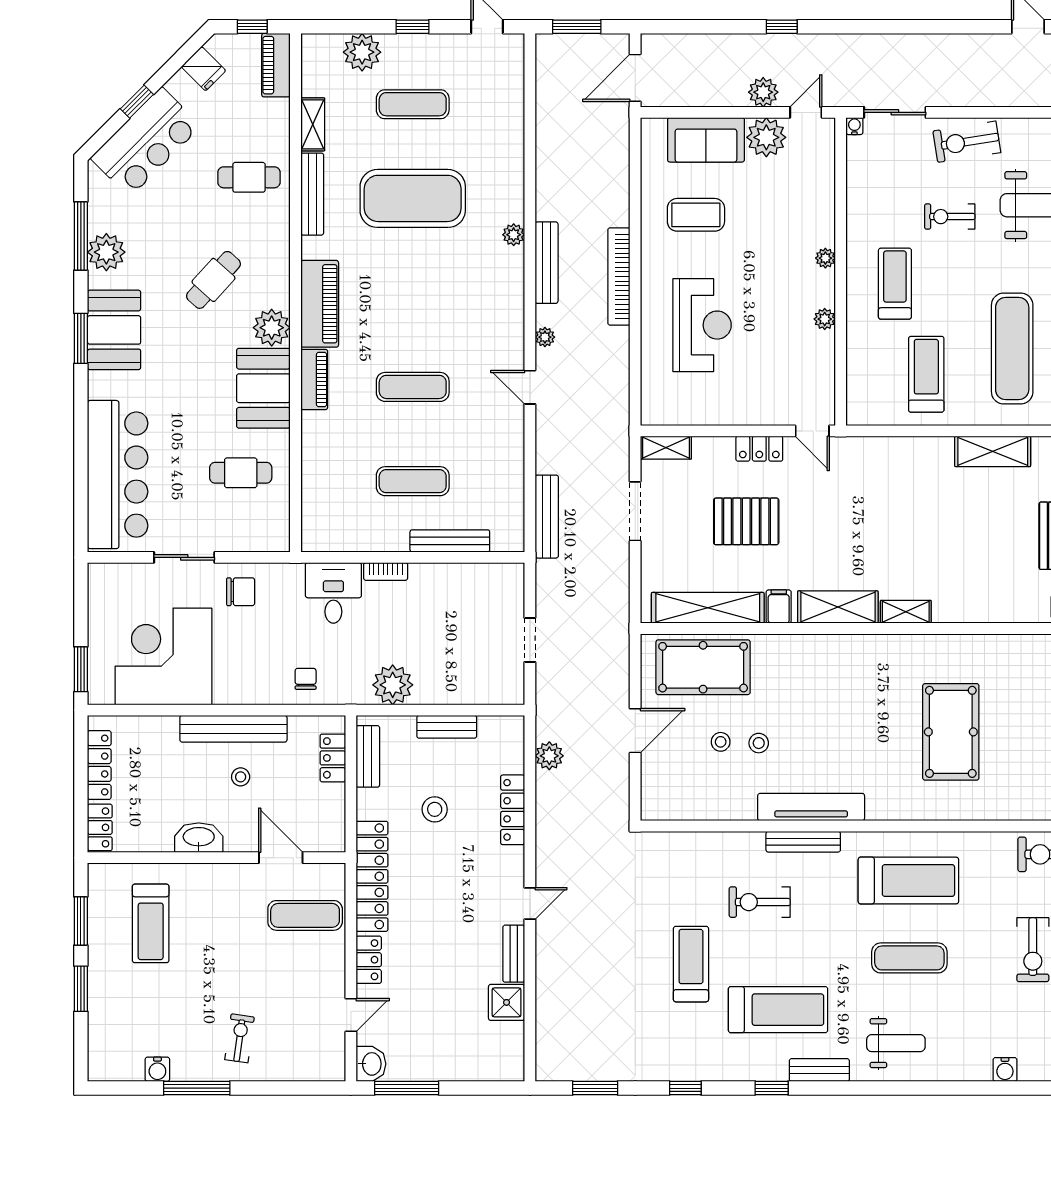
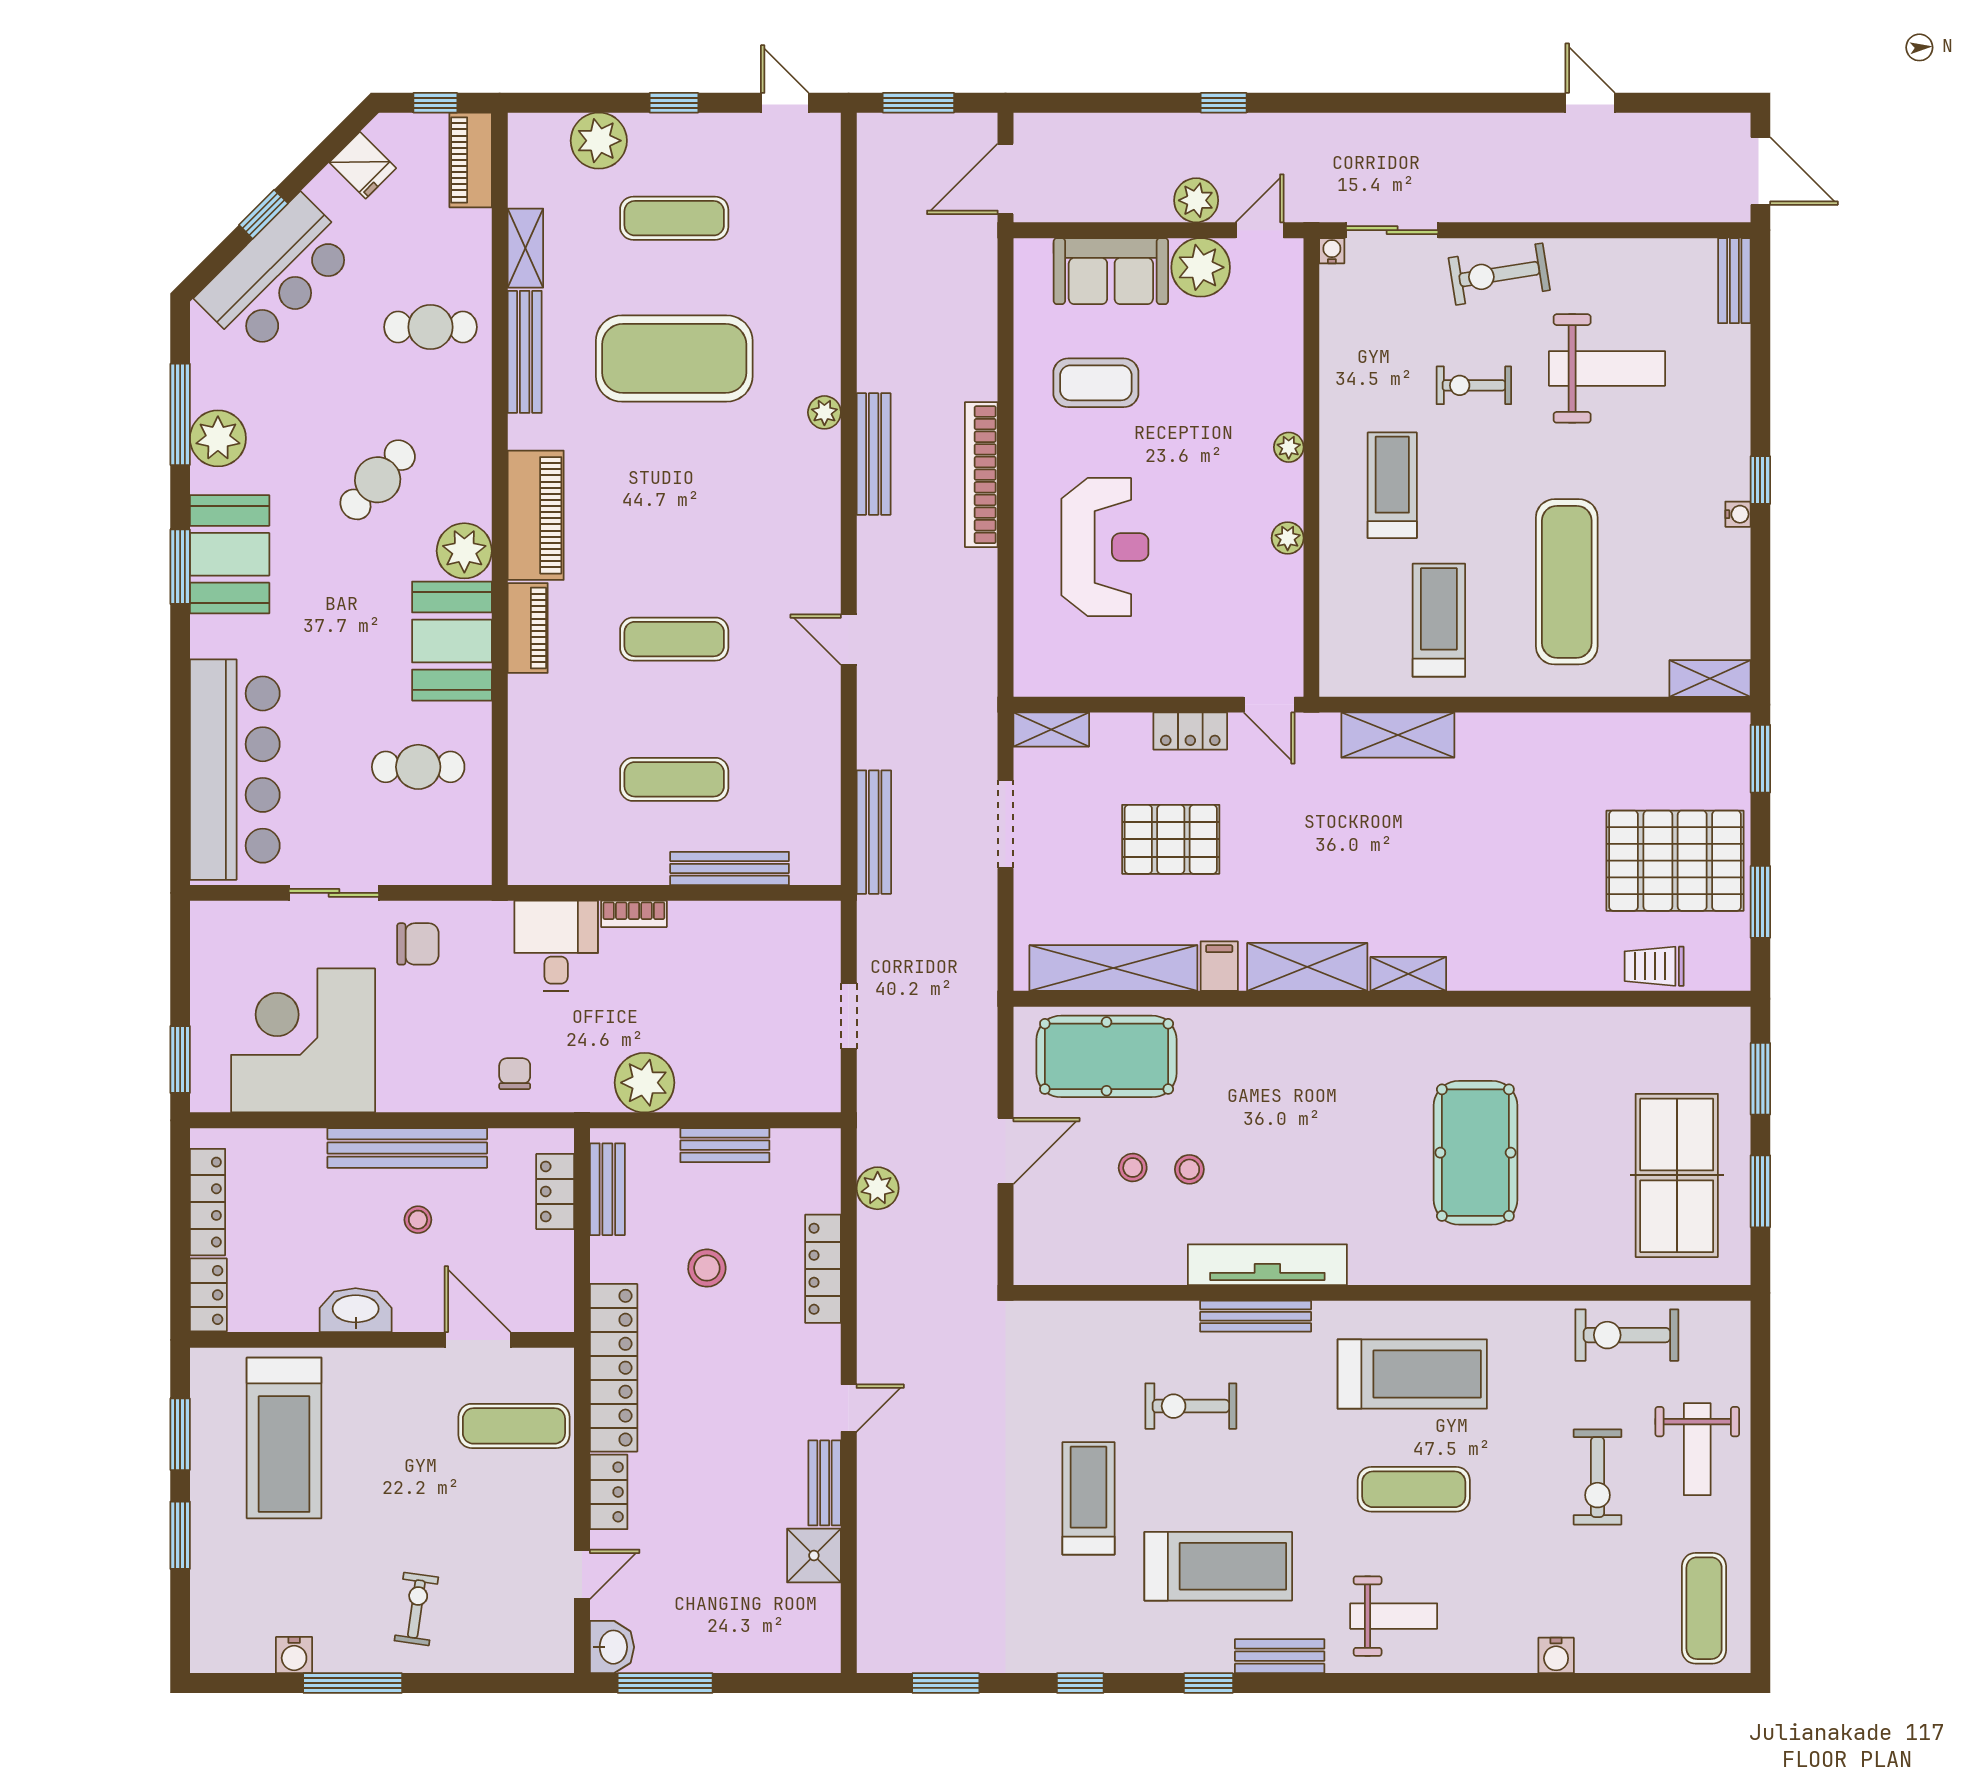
plant: (545, 337) -> (871, 565), removed
shelving: (993, 451) -> (1398, 735), moved
treadmill: (151, 923) -> (284, 1438), width x1.37, depth x1.38

